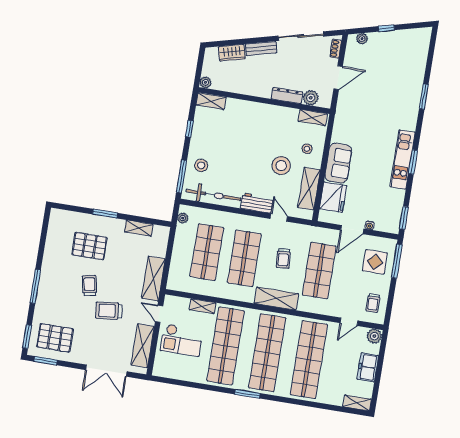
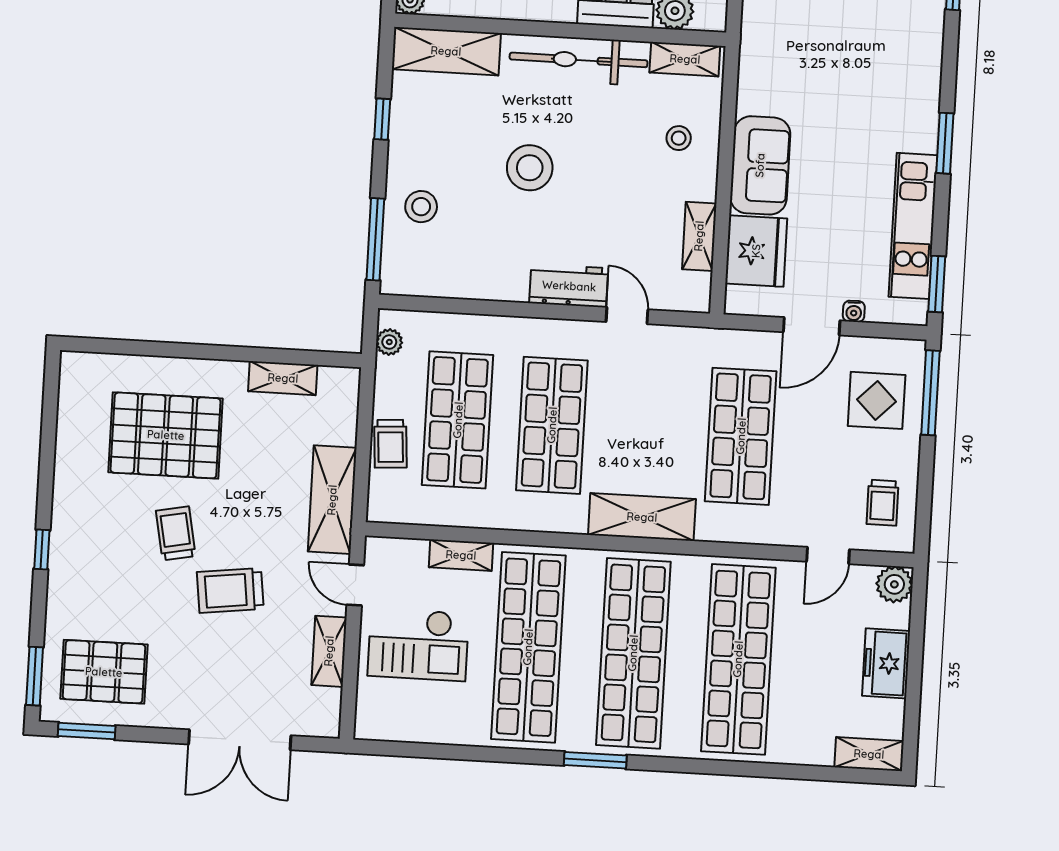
shelving: (211, 101) -> (446, 51), width x1.50, depth x1.33
kitchen unit: (402, 160) -> (913, 226), moved
stool: (281, 166) -> (530, 168), moved
shelving: (309, 189) -> (699, 236), width x0.67, depth x0.75
bicycle: (213, 195) -> (579, 60), moved, turned 180
window: (105, 214) -> (196, 351), removed
pallet: (89, 246) -> (166, 435), width x1.37, depth x1.41
trolley: (283, 258) -> (391, 444), moved
window: (35, 286) -> (42, 550), width x0.46
shelving: (143, 346) -> (329, 651), width x0.67, depth x0.75

